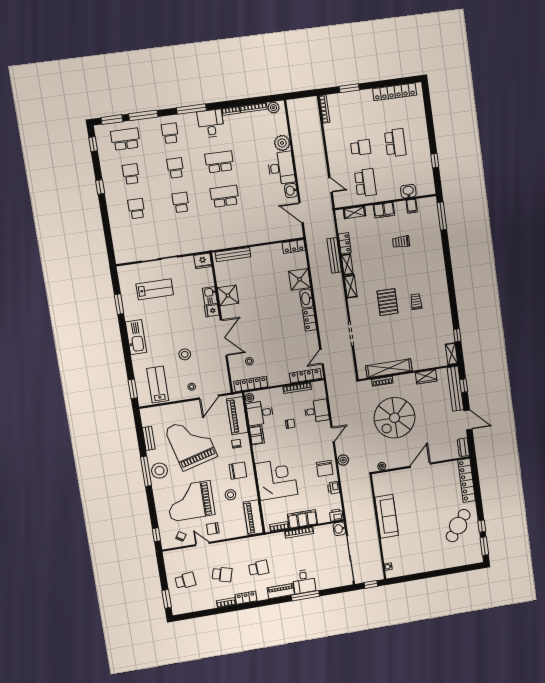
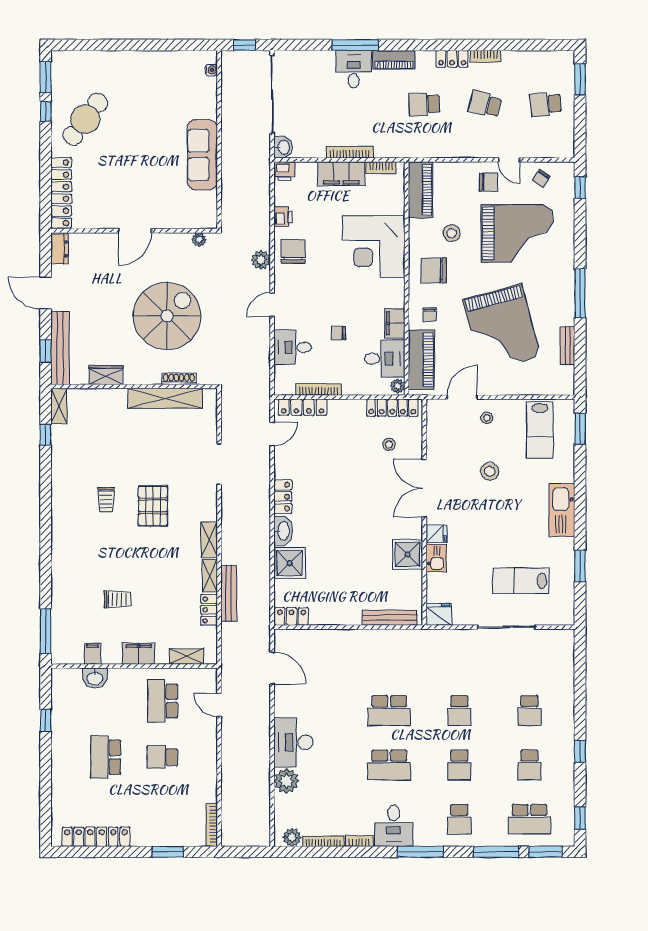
washbasin: (291, 191) -> (283, 705), removed
stool: (160, 471) -> (559, 291), removed

